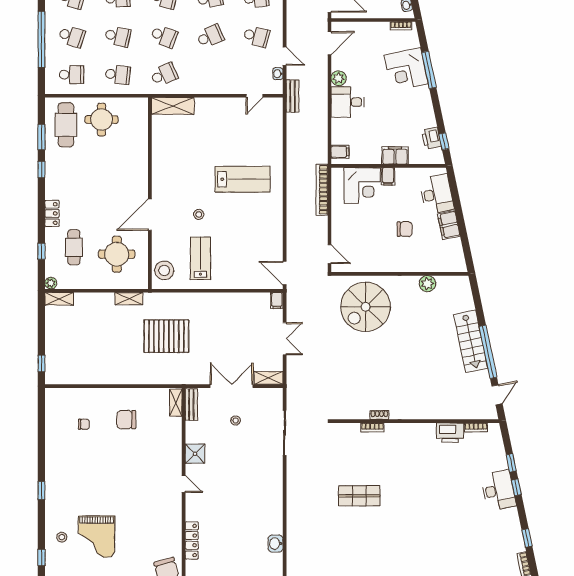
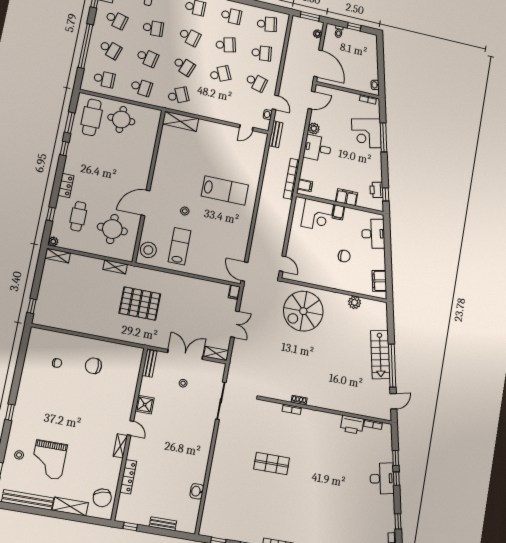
bookcase: (322, 190) -> (292, 179), moved
filing cabinet: (449, 225) -> (379, 281), moved
shelving: (176, 403) -> (120, 446), moved

